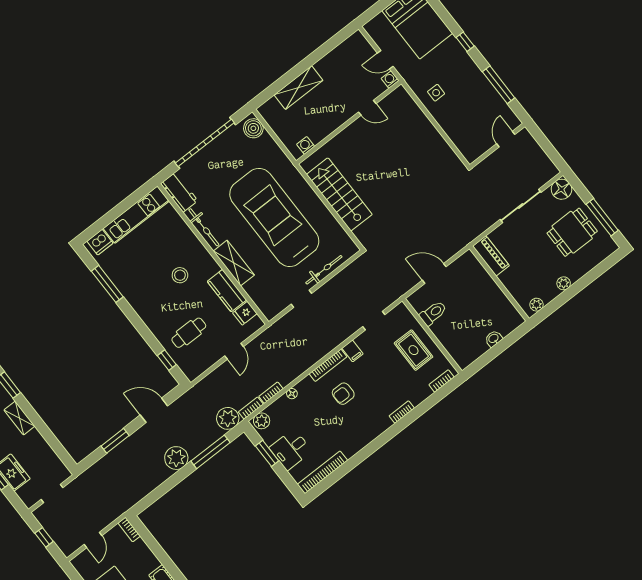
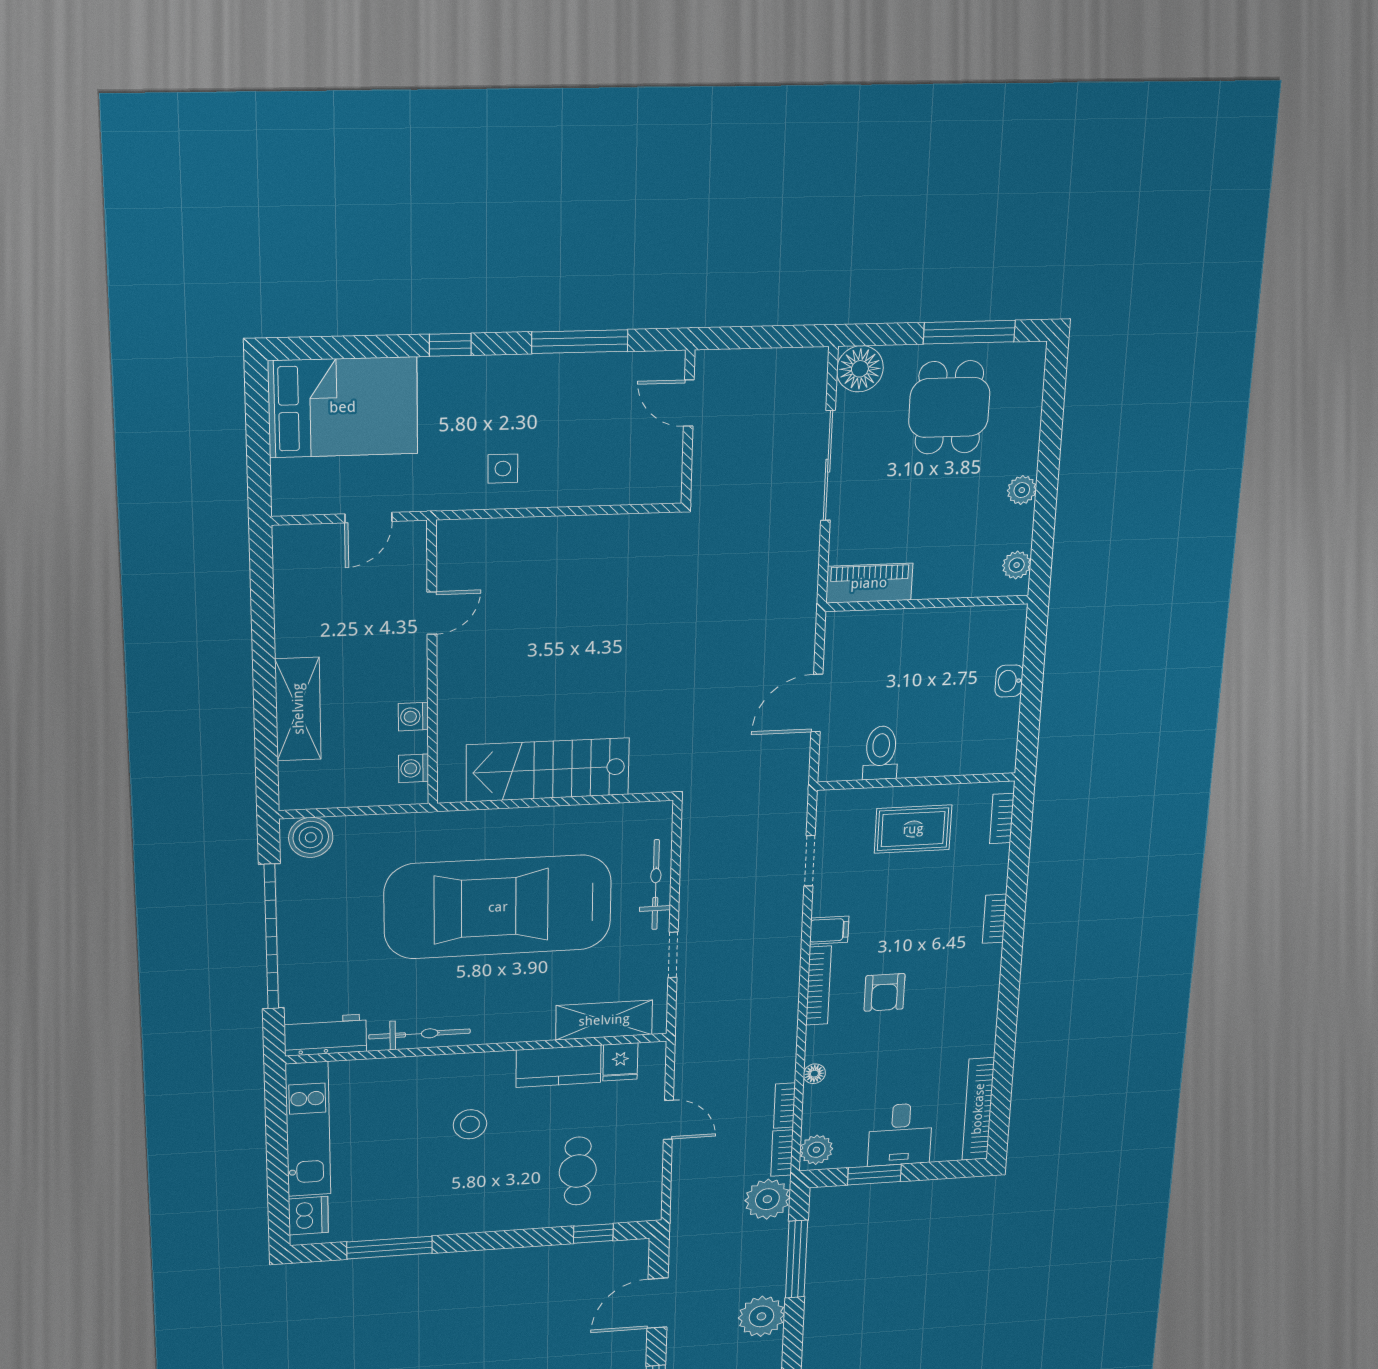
washing machine: (390, 79) -> (413, 717), moved
shelving: (234, 263) -> (604, 1020), moved

